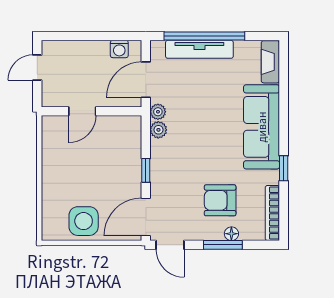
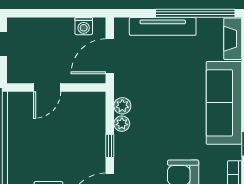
window: (204, 36) -> (195, 13), moved
plant: (158, 112) -> (122, 124), moved

